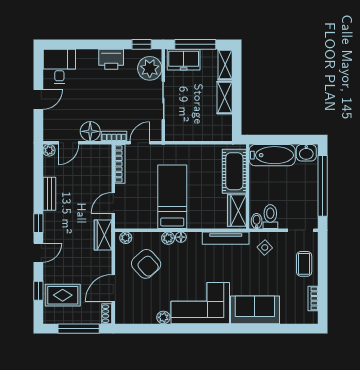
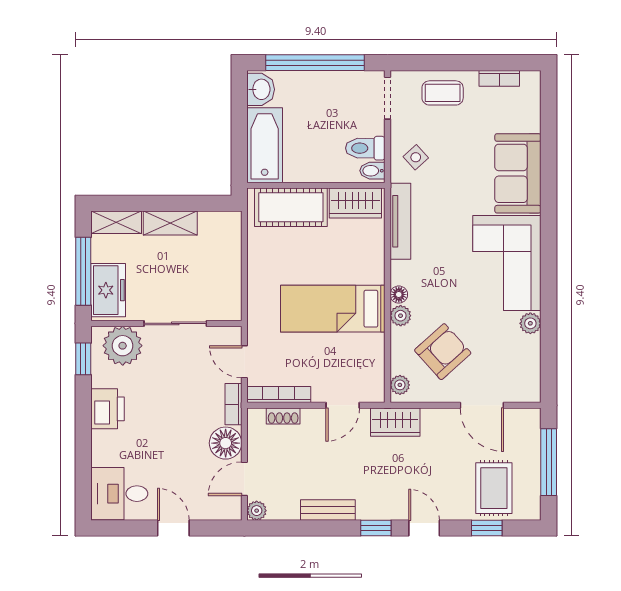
door: (68, 143) -> (244, 479), swing flipped
door: (113, 203) -> (343, 405), hinge flipped
shoe rack: (107, 314) -> (283, 416), moved

